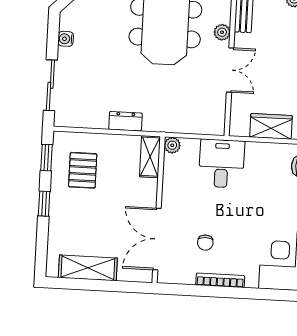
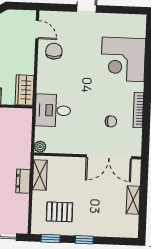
wardrobe: (271, 126) -> (25, 90), moved
shelving: (150, 157) -> (40, 175), moved, turned 90
shelving: (88, 268) -> (133, 200), width x0.67, depth x0.75

